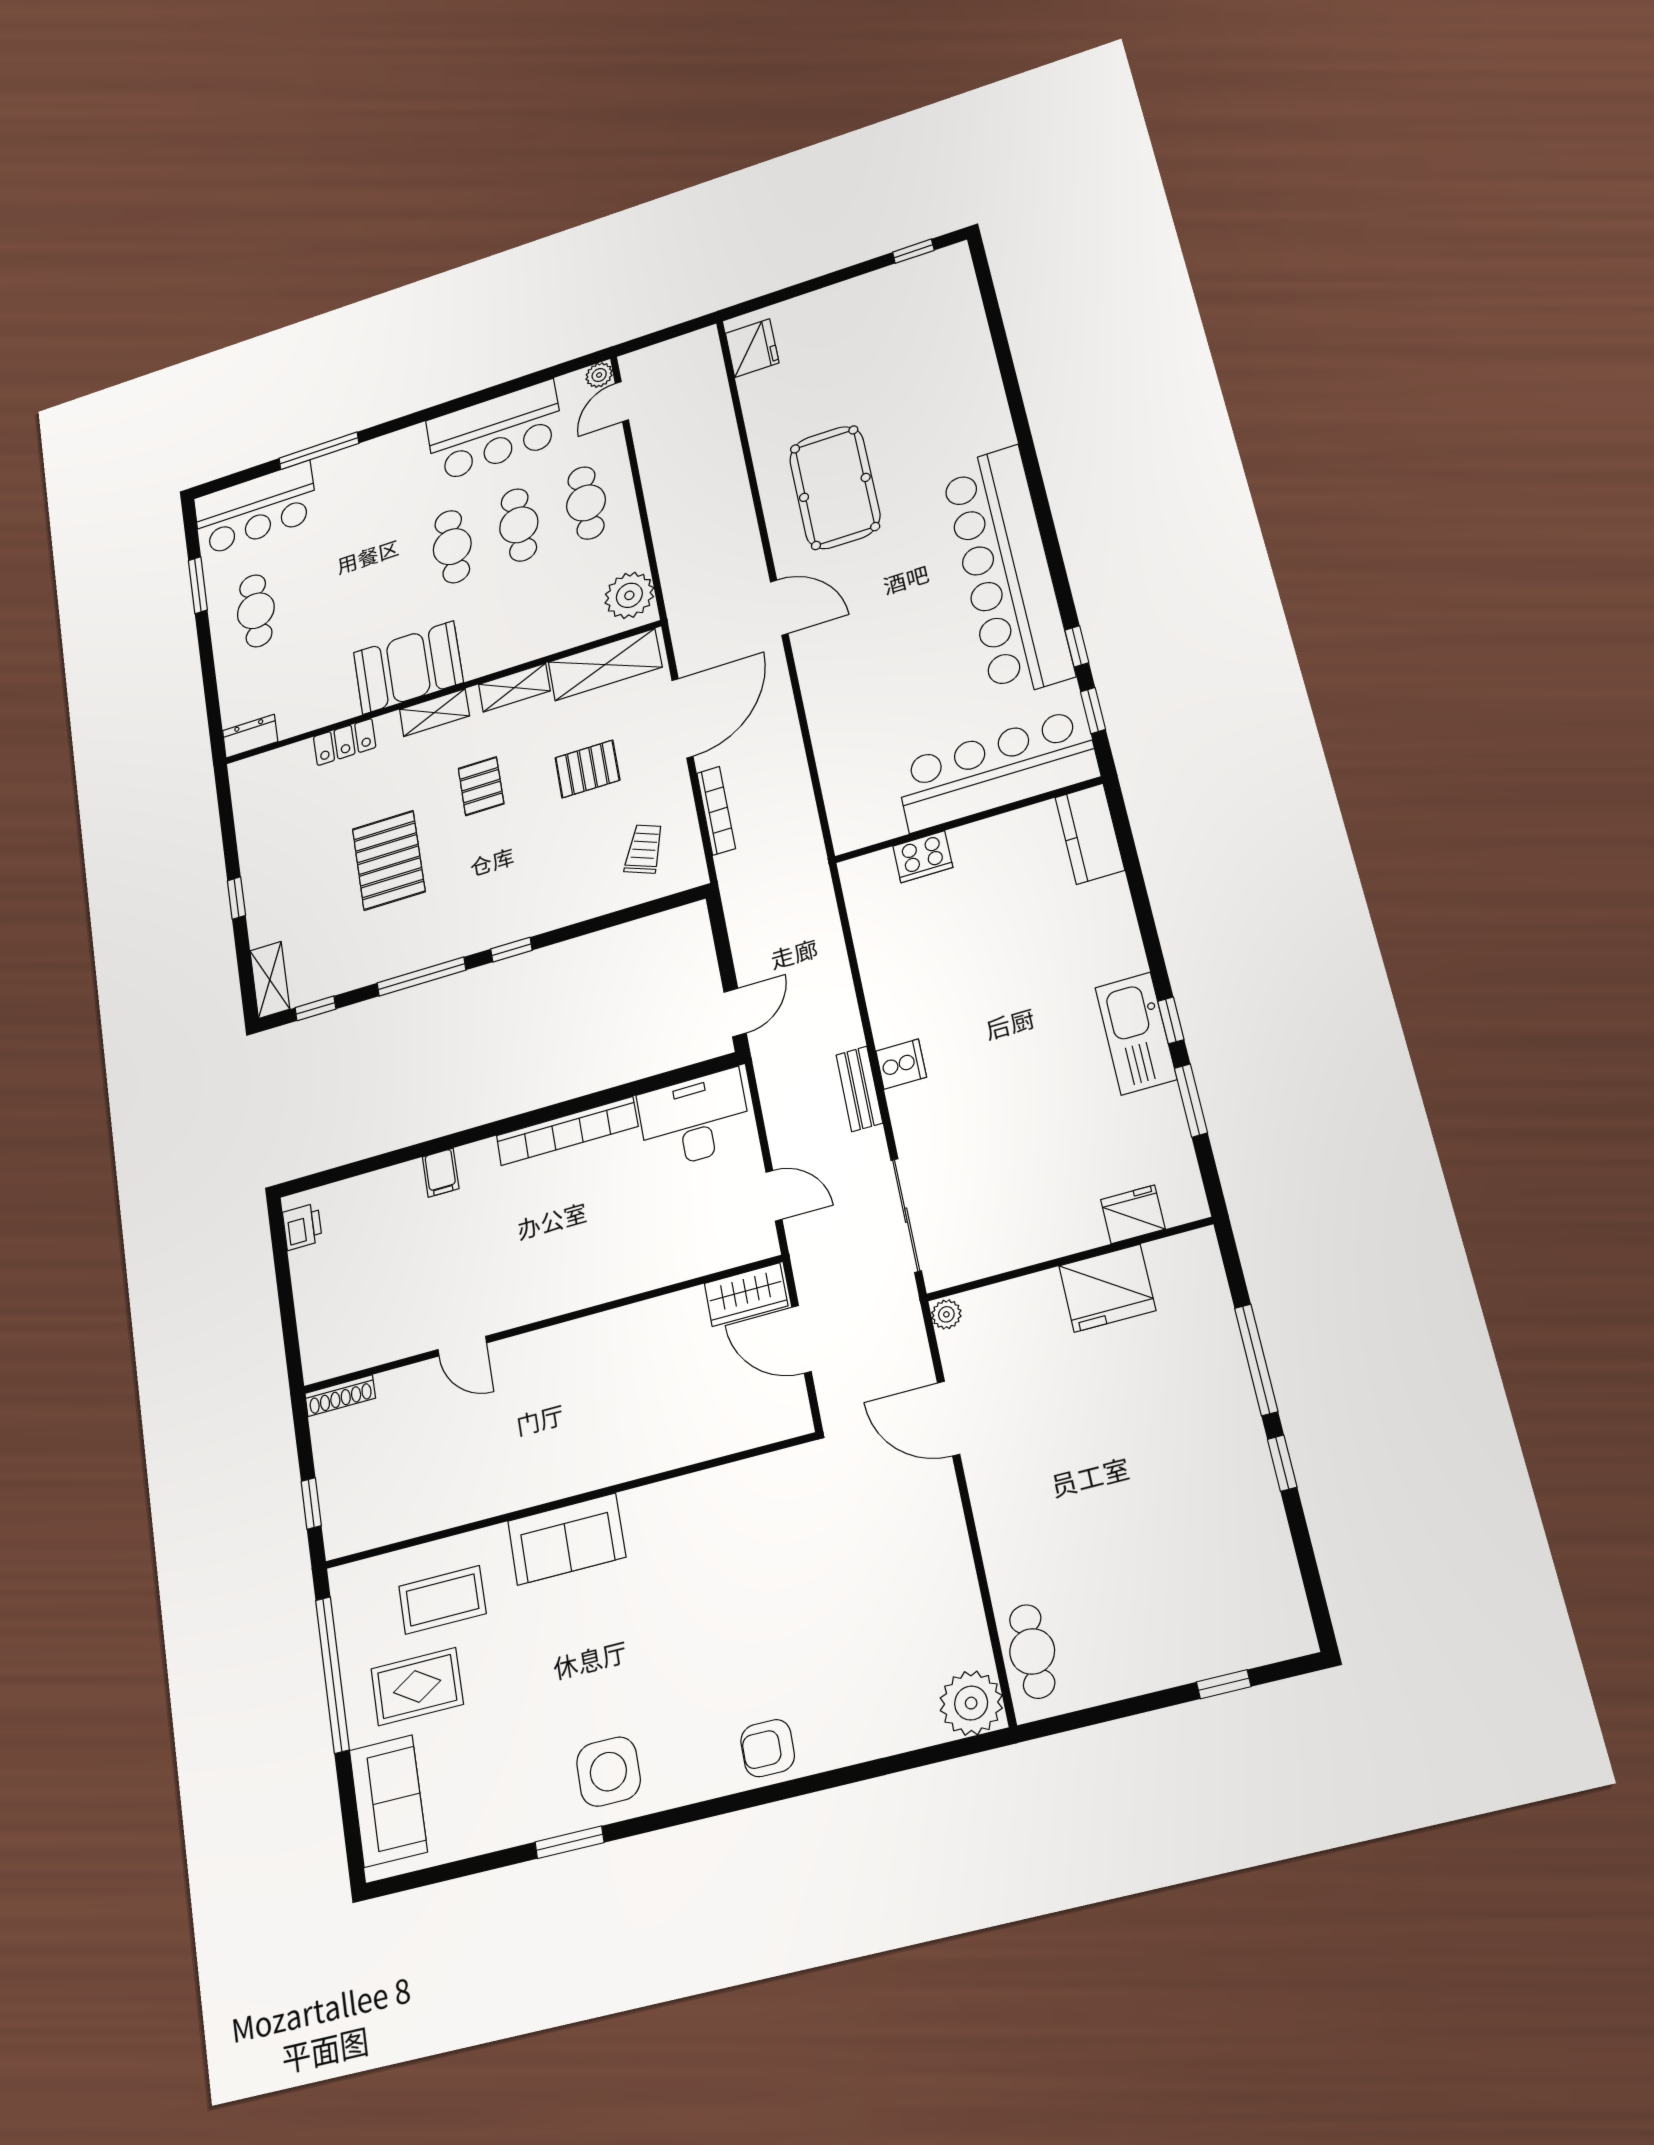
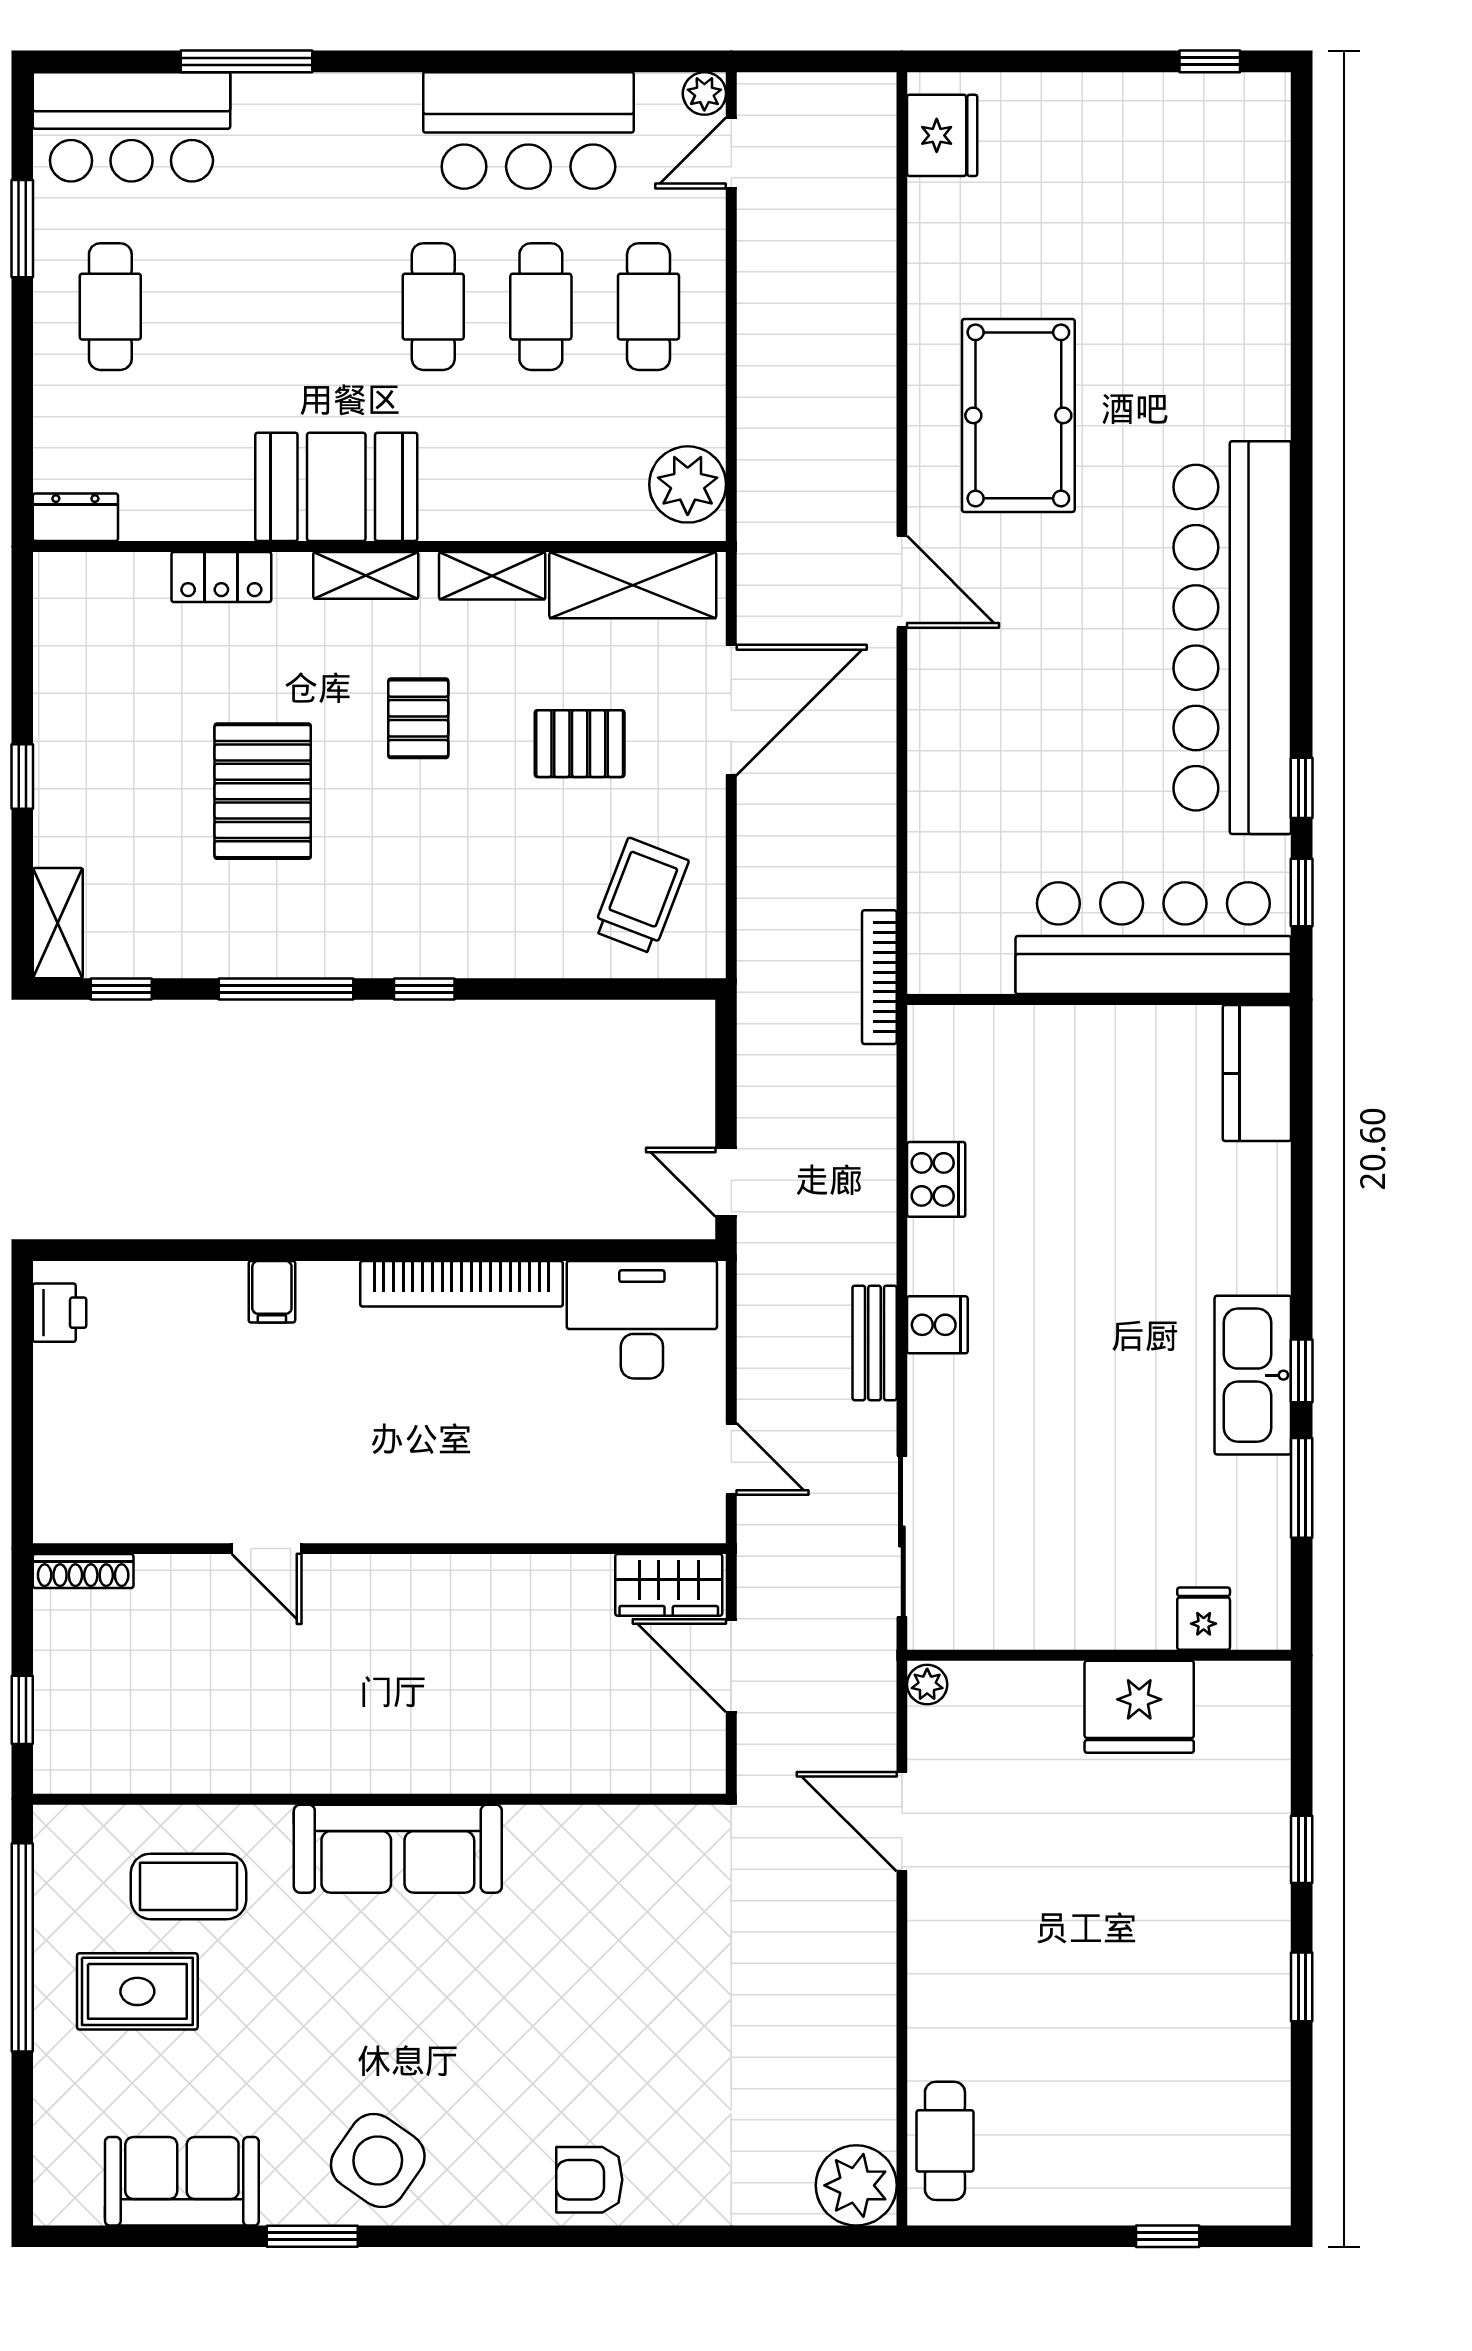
bookcase: (716, 811) -> (879, 977), moved, turned 180
trolley: (644, 849) -> (641, 896), width x1.36, depth x1.39
cooker: (923, 857) -> (936, 1179), moved, turned -90
door: (735, 1013) -> (726, 1182), swing flipped
fridge: (1133, 1214) -> (1204, 1619), width x0.72
window: (1256, 1360) -> (1302, 1849), width x0.46
sofa: (566, 1539) -> (398, 1849), width x1.36
side table: (608, 1772) -> (378, 2160), turned 35
sofa: (388, 1801) -> (182, 2181), moved, turned -90

